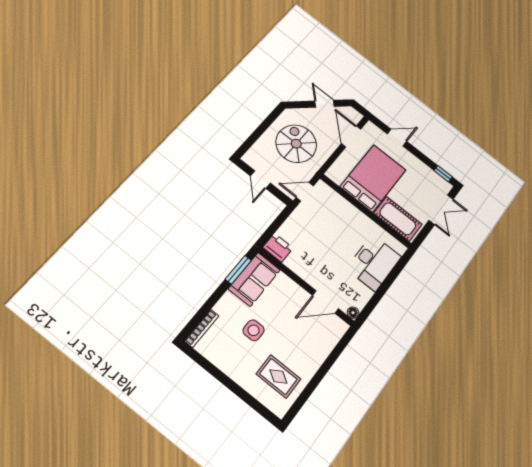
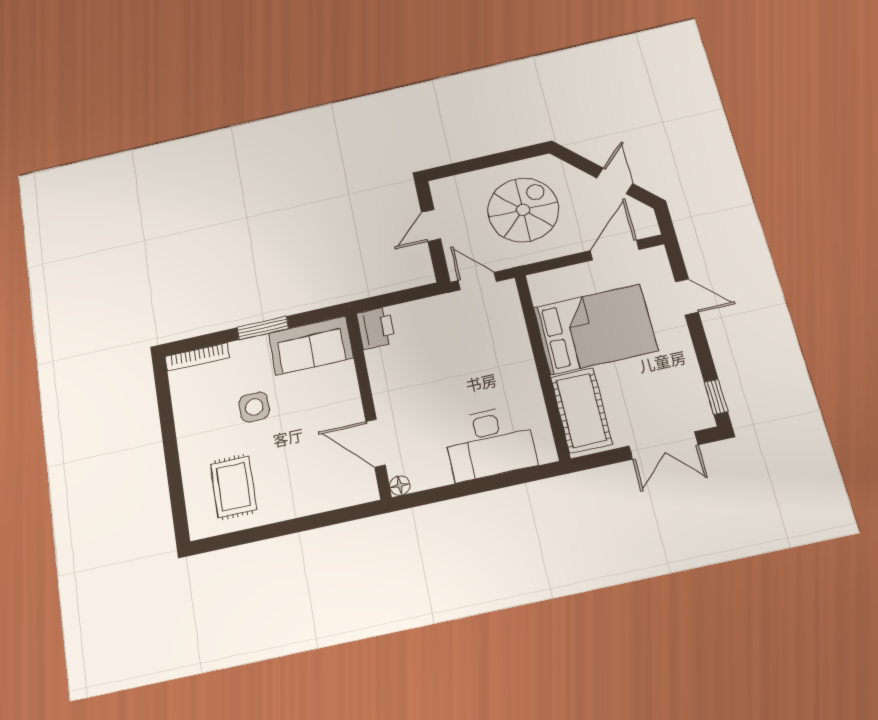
window: (238, 270) -> (263, 328), moved

